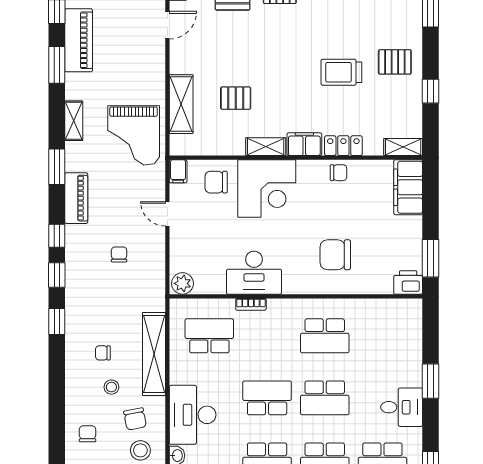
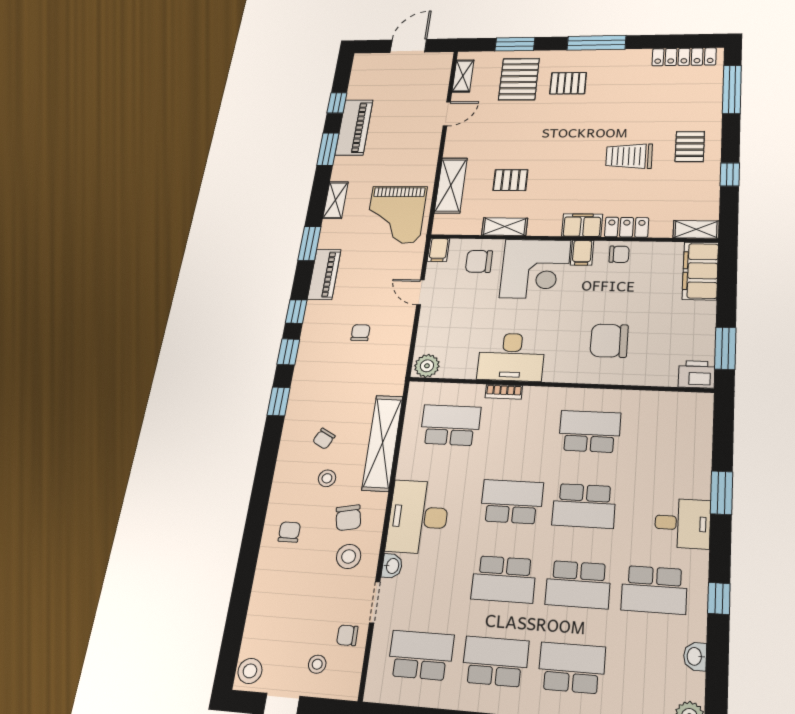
pallet: (395, 62) -> (690, 147), turned 90
shelving: (266, 147) -> (505, 227), moved
filing cabinet: (306, 172) -> (582, 253), added
school desk: (325, 336) -> (590, 431), turned 180
chair: (103, 353) -> (324, 439), turned -62

